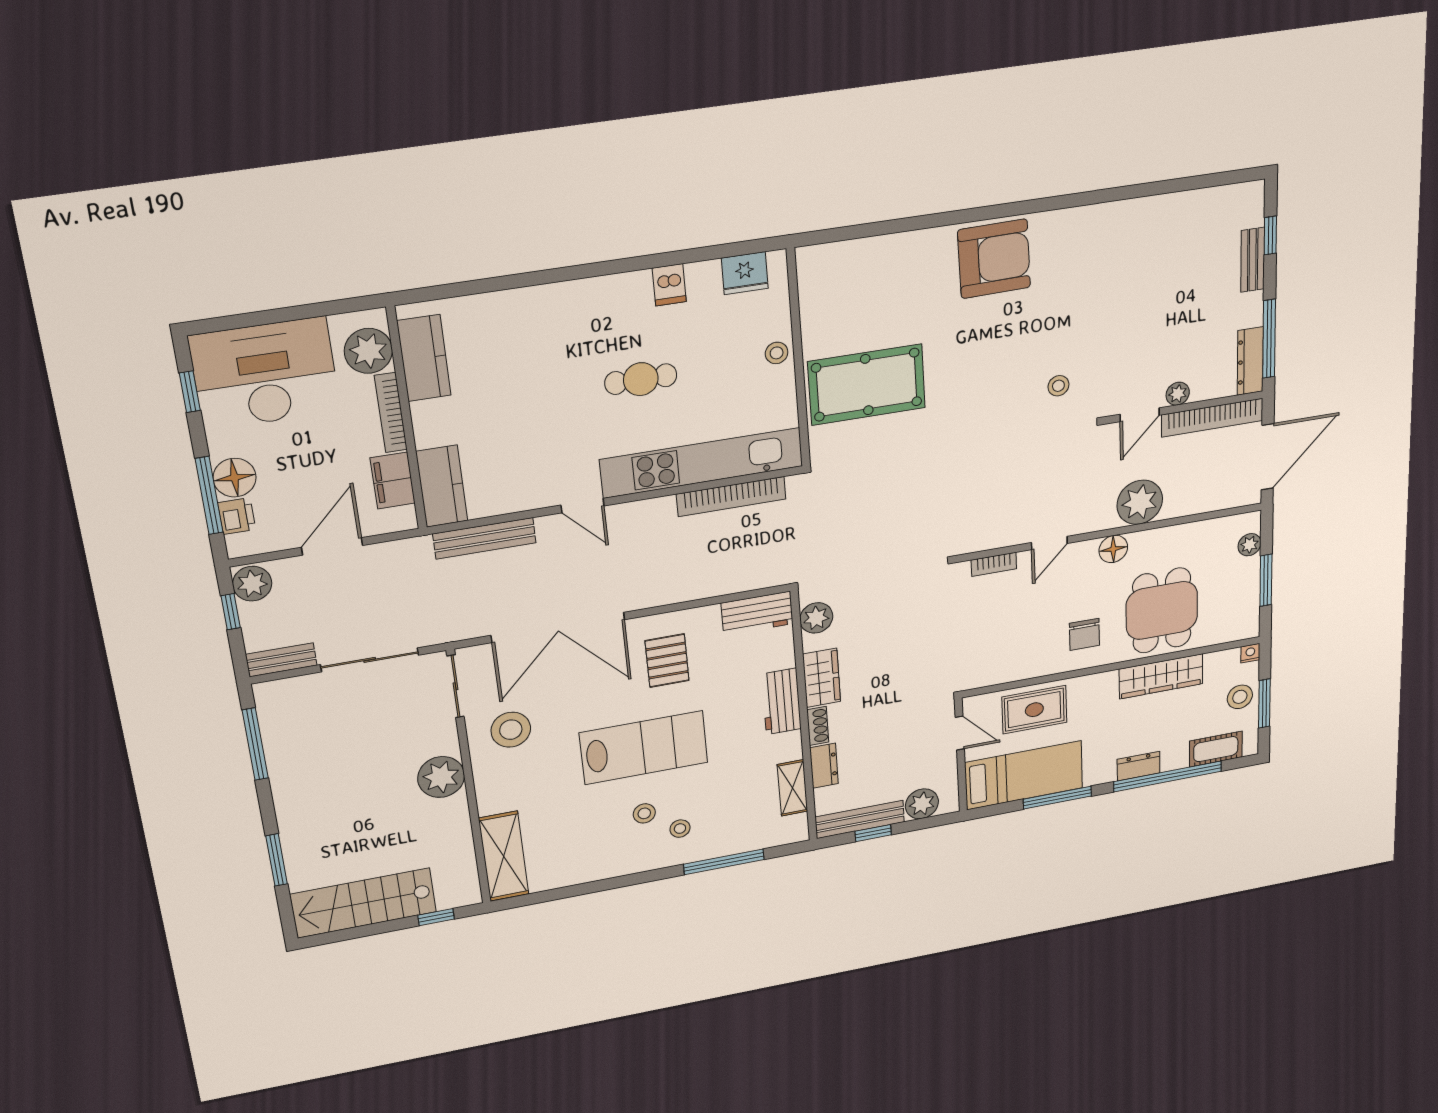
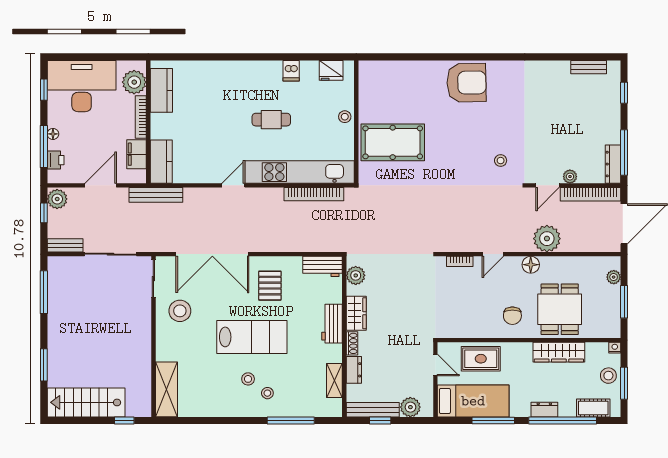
bench: (1253, 260) -> (589, 67), moved, turned 90
floor lamp: (235, 478) -> (53, 134), width x0.53, depth x0.53
door: (582, 506) -> (233, 185), swing flipped
bench: (485, 538) -> (156, 195), moved
plant: (441, 777) -> (139, 332), removed

